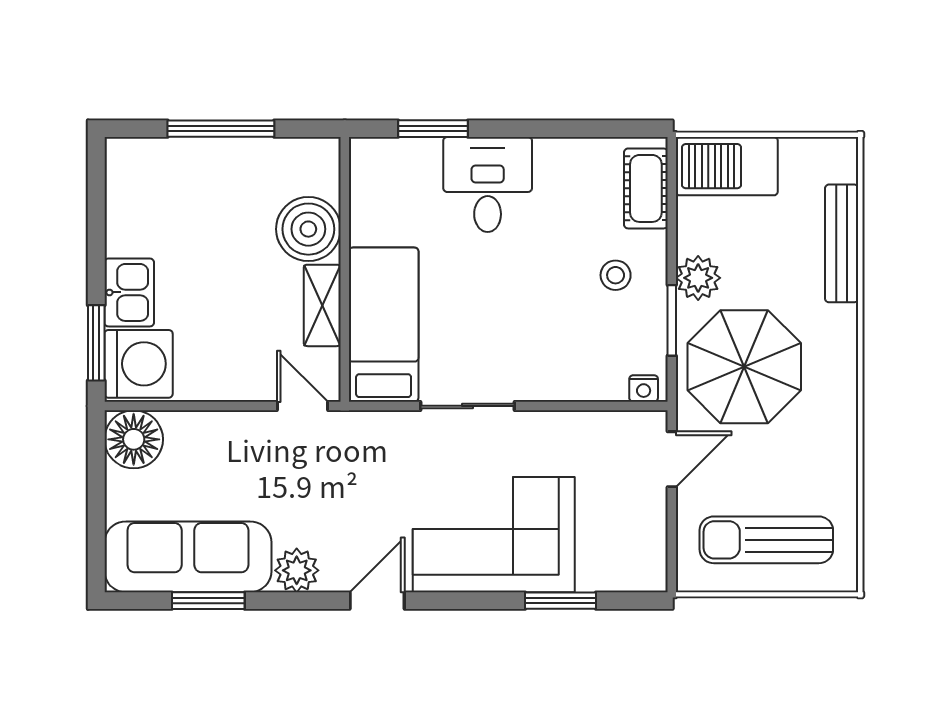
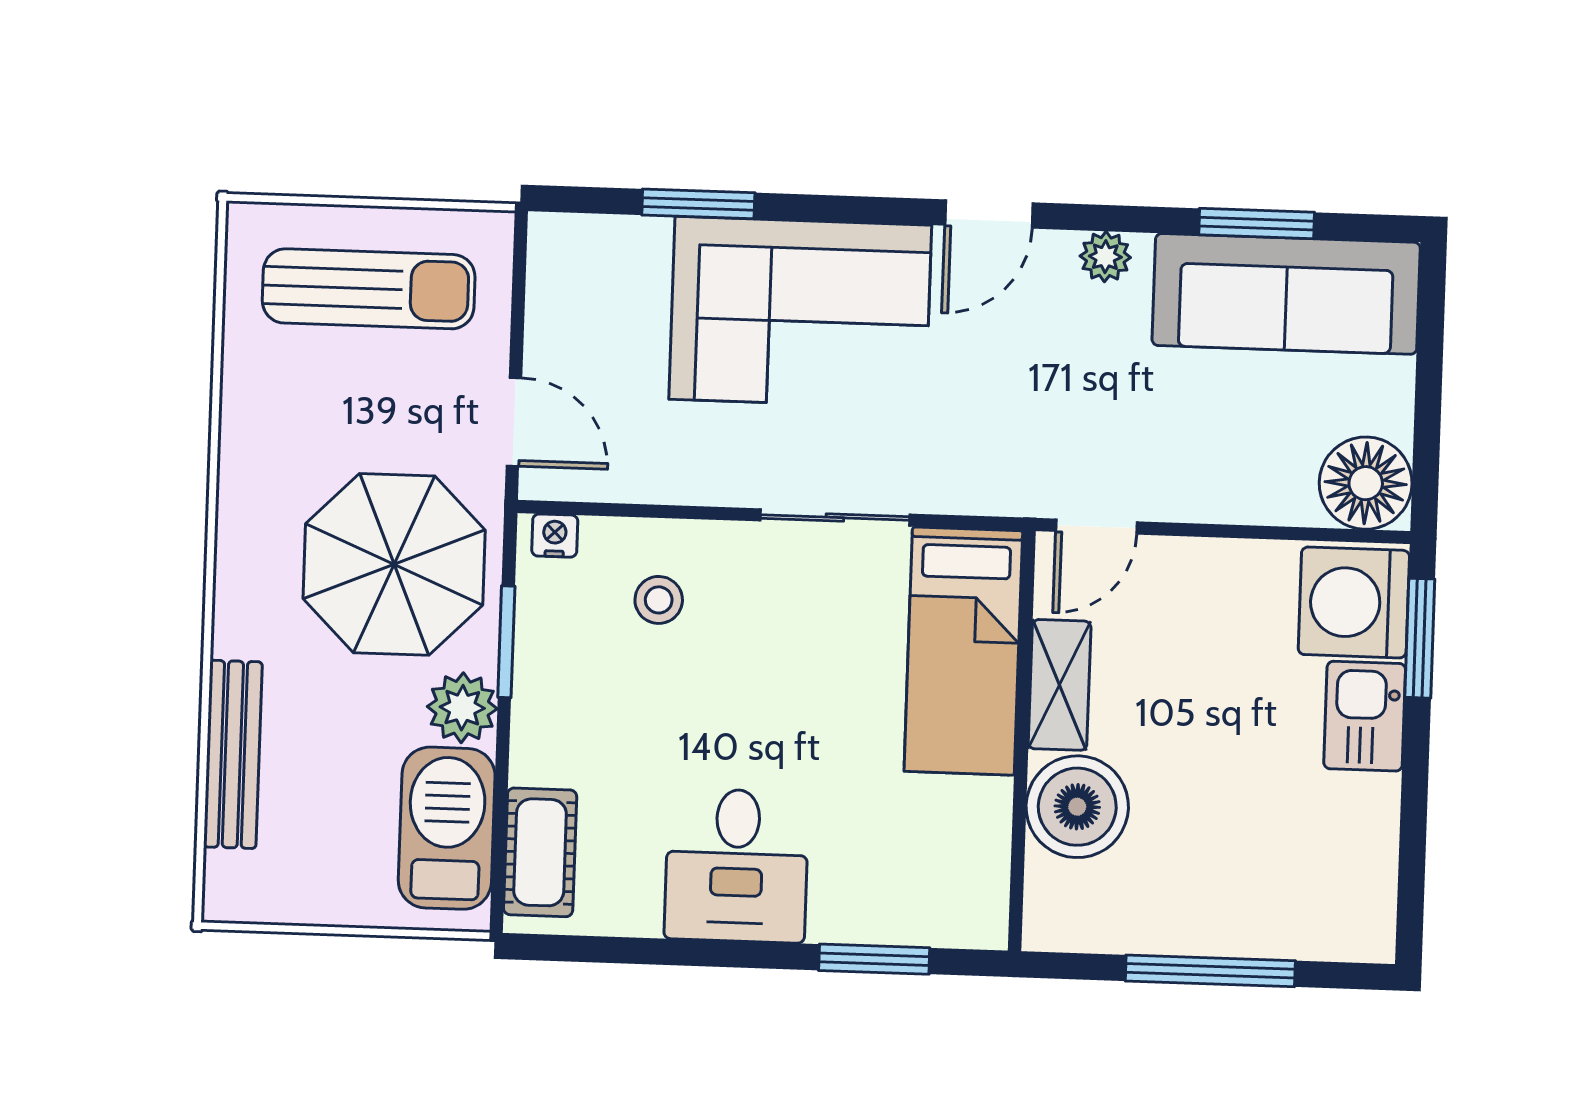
barbecue: (727, 166) -> (447, 828), moved, turned -90
desk: (488, 185) -> (737, 865), moved
stool: (616, 275) -> (659, 600), moved
door: (302, 406) -> (1096, 527), hinge flipped
door: (672, 459) -> (514, 422), swing flipped
plant: (297, 570) -> (1105, 257), width x0.73, depth x0.73

